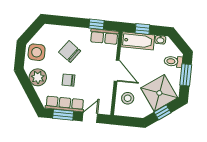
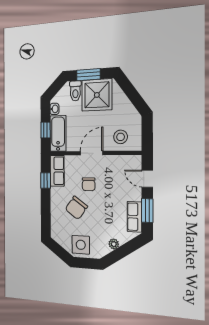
plant: (38, 77) -> (114, 244), width x0.53, depth x0.53
chair: (69, 80) -> (89, 184), moved
shower: (159, 93) -> (97, 95), moved, turned 36
row of seats: (65, 104) -> (135, 217), width x0.68
window: (163, 112) -> (132, 94), removed

